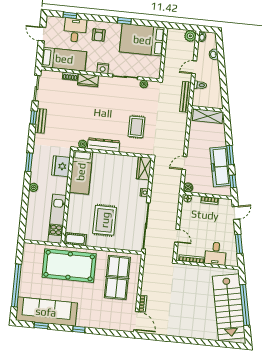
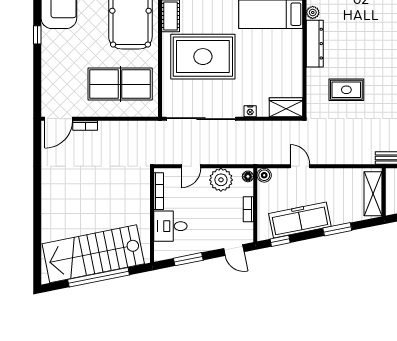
window: (230, 155) -> (337, 229), moved
plant: (188, 217) -> (221, 180), added
rug: (105, 220) -> (203, 57), width x1.37, depth x1.44

